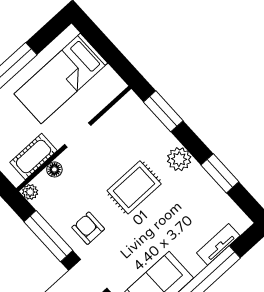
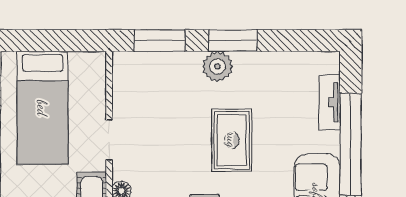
window: (220, 173) -> (233, 41), moved
rug: (134, 187) -> (232, 140), moved

